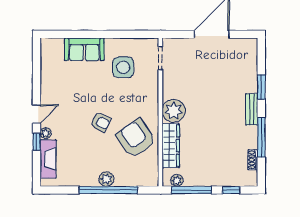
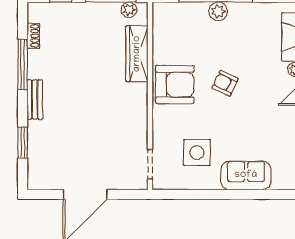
window: (261, 87) -> (23, 143), moved
plant: (174, 111) -> (133, 98), removed
armchair: (136, 138) -> (175, 85), moved, turned -55

